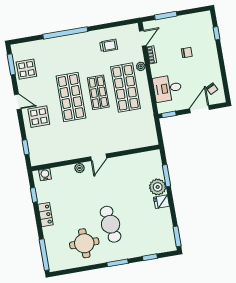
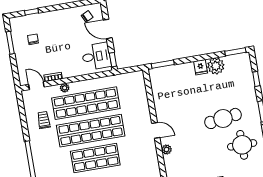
window: (166, 16) -> (10, 43), moved
chair: (187, 53) -> (33, 39), moved
shop shelf: (125, 88) -> (86, 103), width x1.40
desk: (167, 88) -> (96, 56), moved, turned -90
shop shelf: (98, 92) -> (91, 131), width x2.00, depth x1.36
window: (167, 176) -> (163, 64), moved
plant: (158, 187) -> (216, 66), moved

